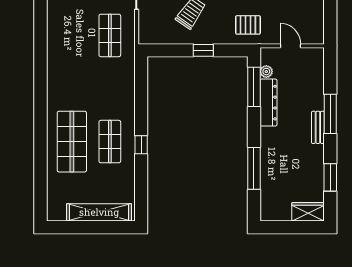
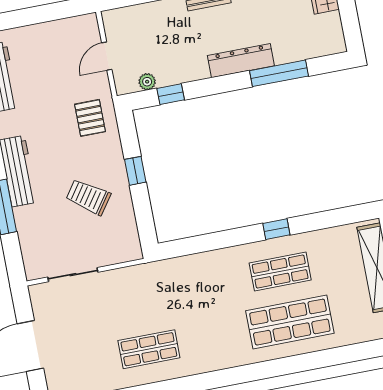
shop shelf: (110, 35) -> (149, 349), moved
window: (254, 87) -> (171, 94), width x0.46
dresser: (268, 103) -> (241, 61), moved

